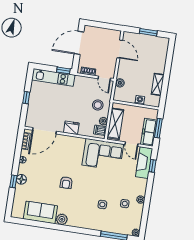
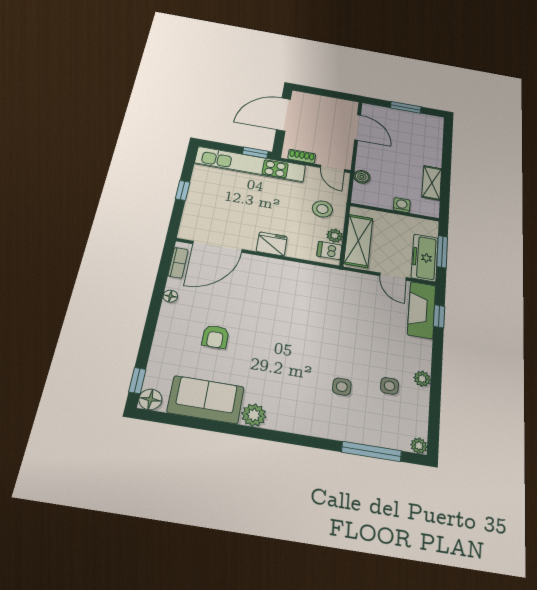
kitchen unit: (53, 77) -> (250, 164), width x1.36
corner sofa: (103, 155) -> (337, 293), removed
floor lamp: (21, 179) -> (150, 399), moved
window: (13, 181) -> (137, 381), moved
armchair: (66, 183) -> (215, 337), moved

